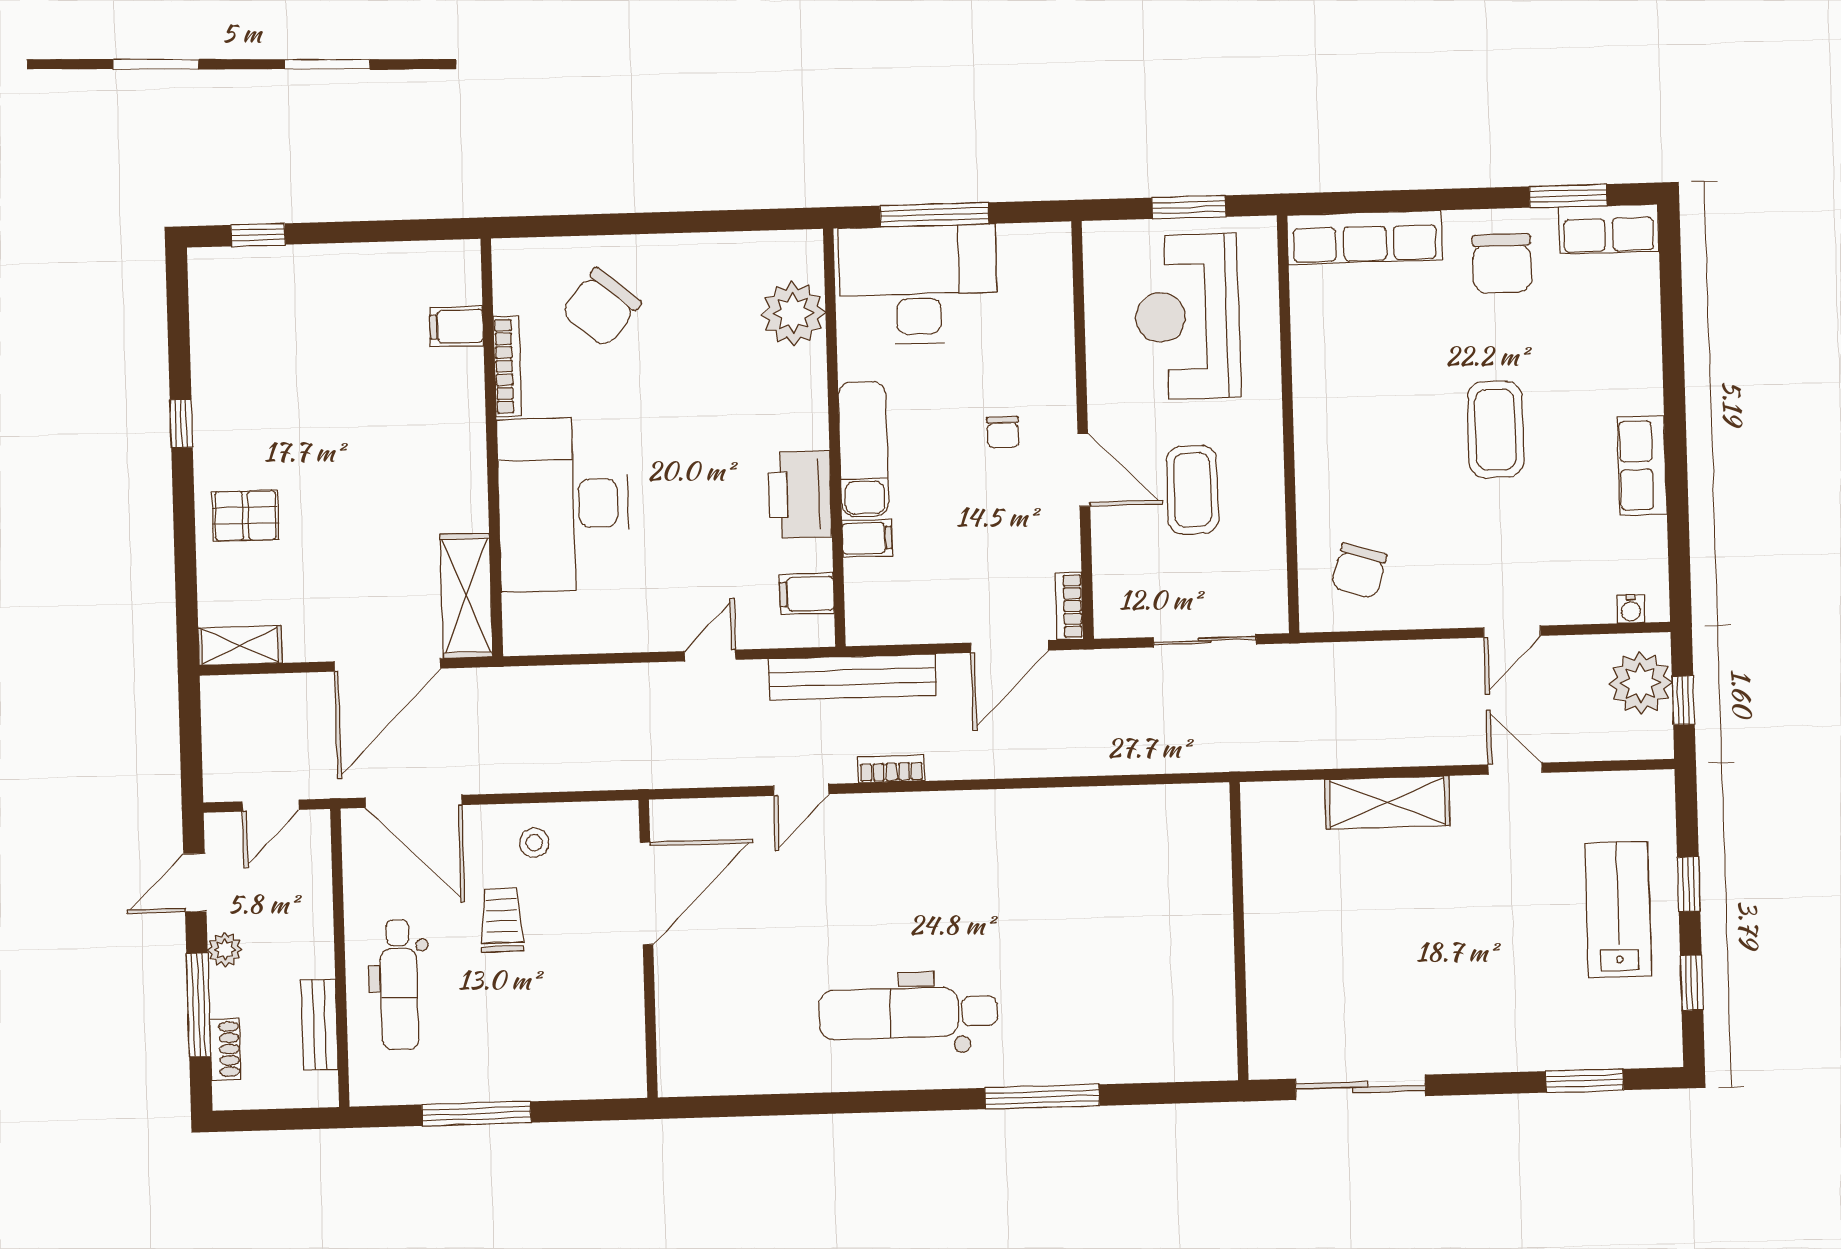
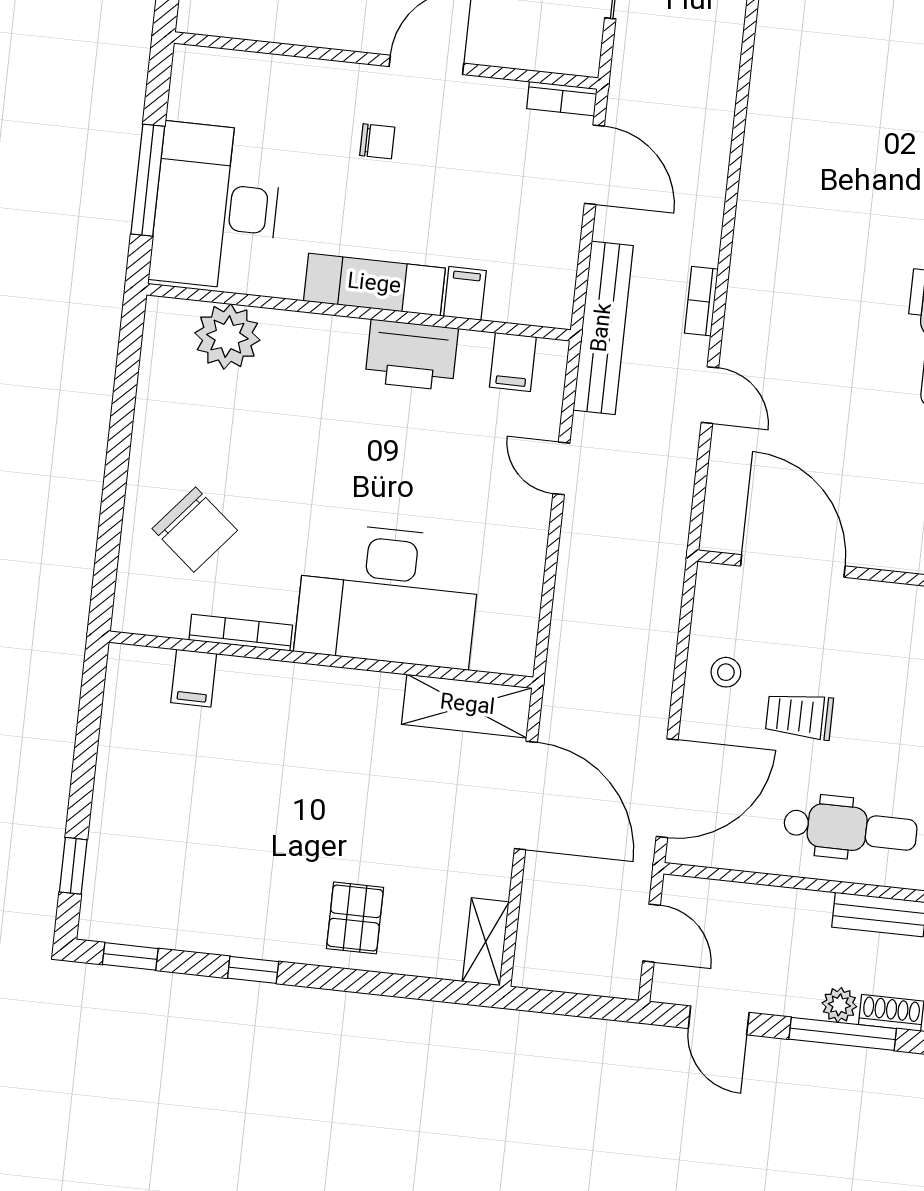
window: (178, 302) -> (130, 956), added
plant: (225, 950) -> (839, 1005), moved

